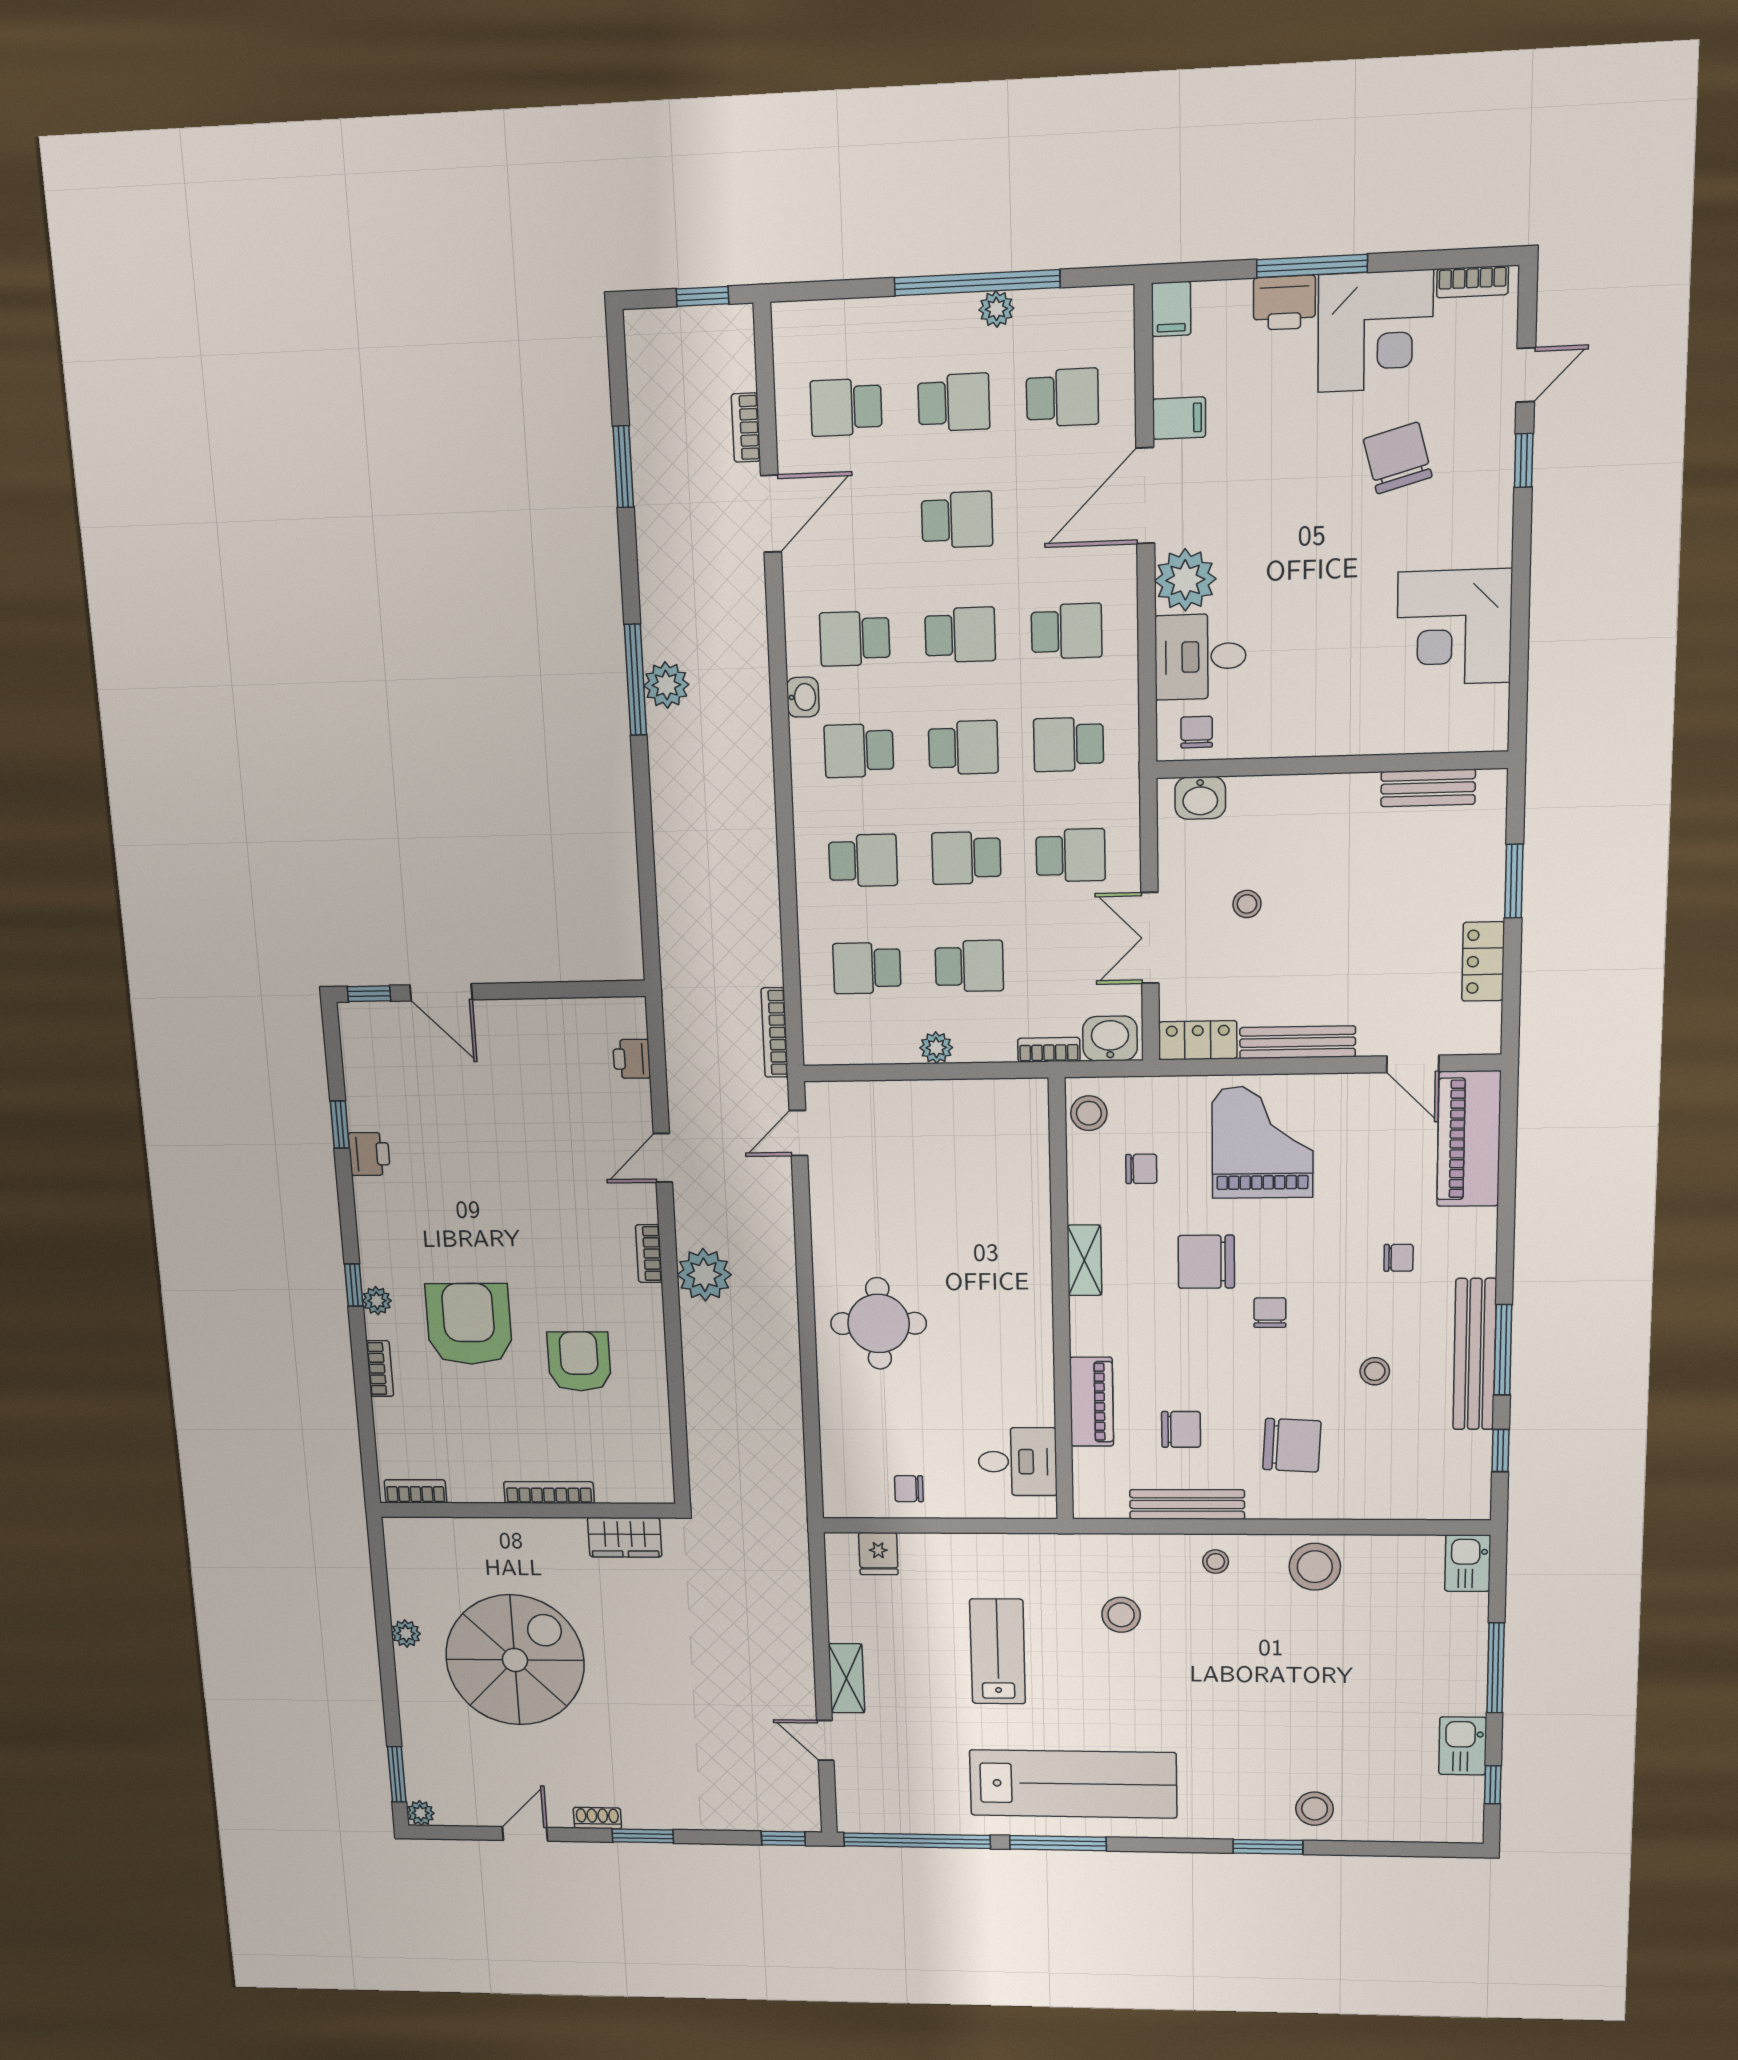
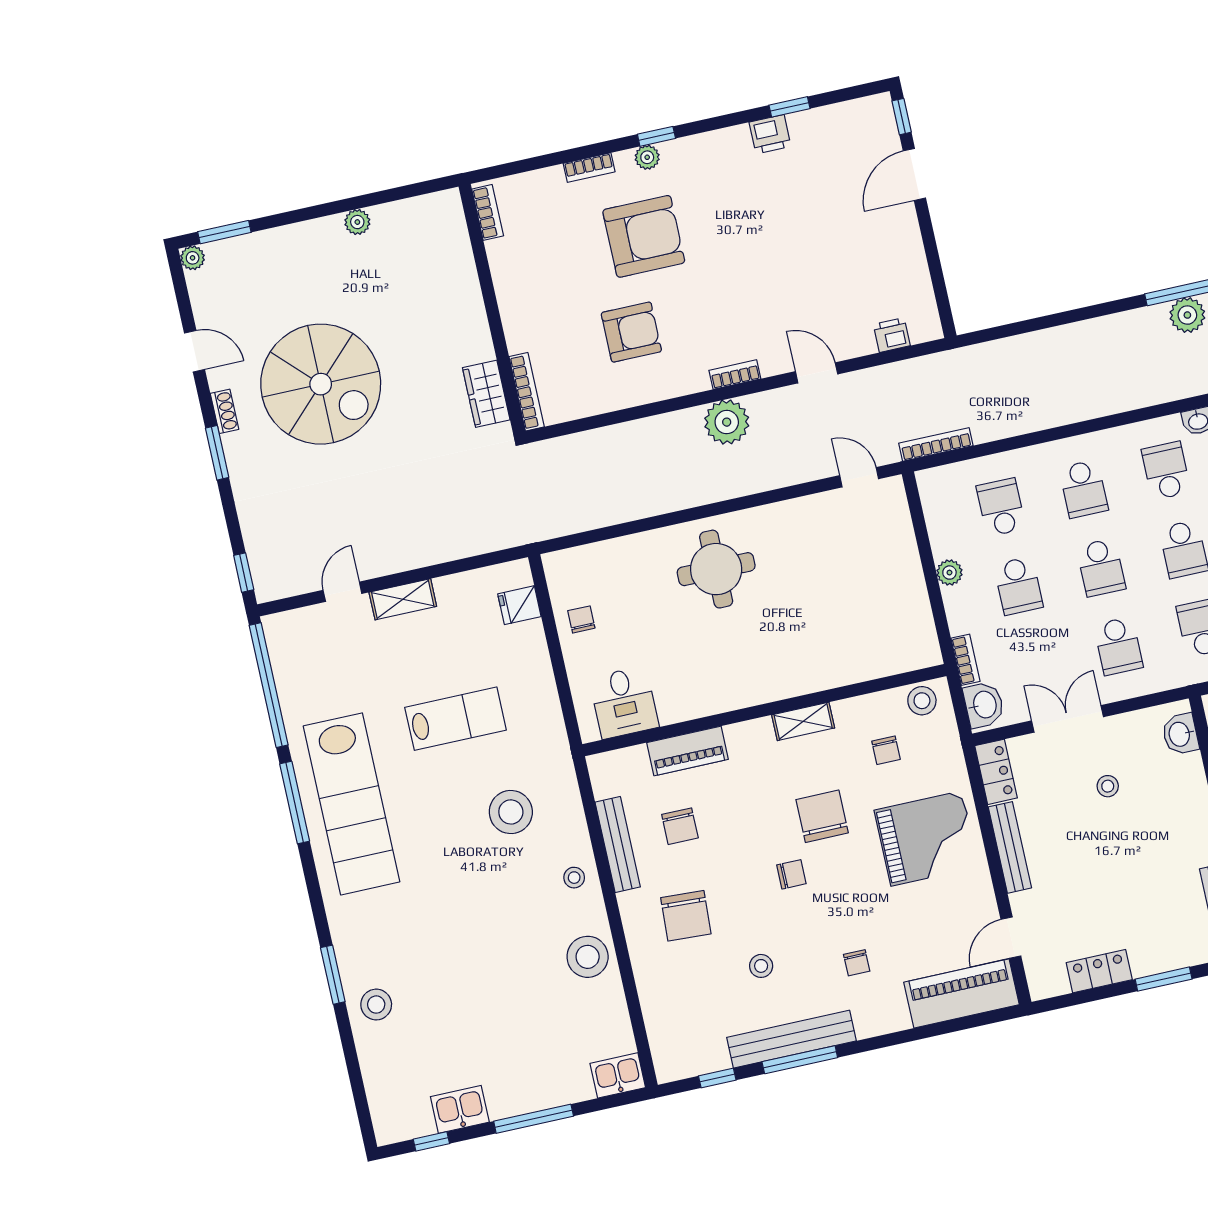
school desk: (966, 858) -> (1101, 568), turned 180
bookcase: (549, 1492) -> (527, 392), moved
stool: (1121, 1615) -> (511, 812), width x1.38, depth x1.38
spiral stairs: (515, 1660) -> (321, 384), moved

